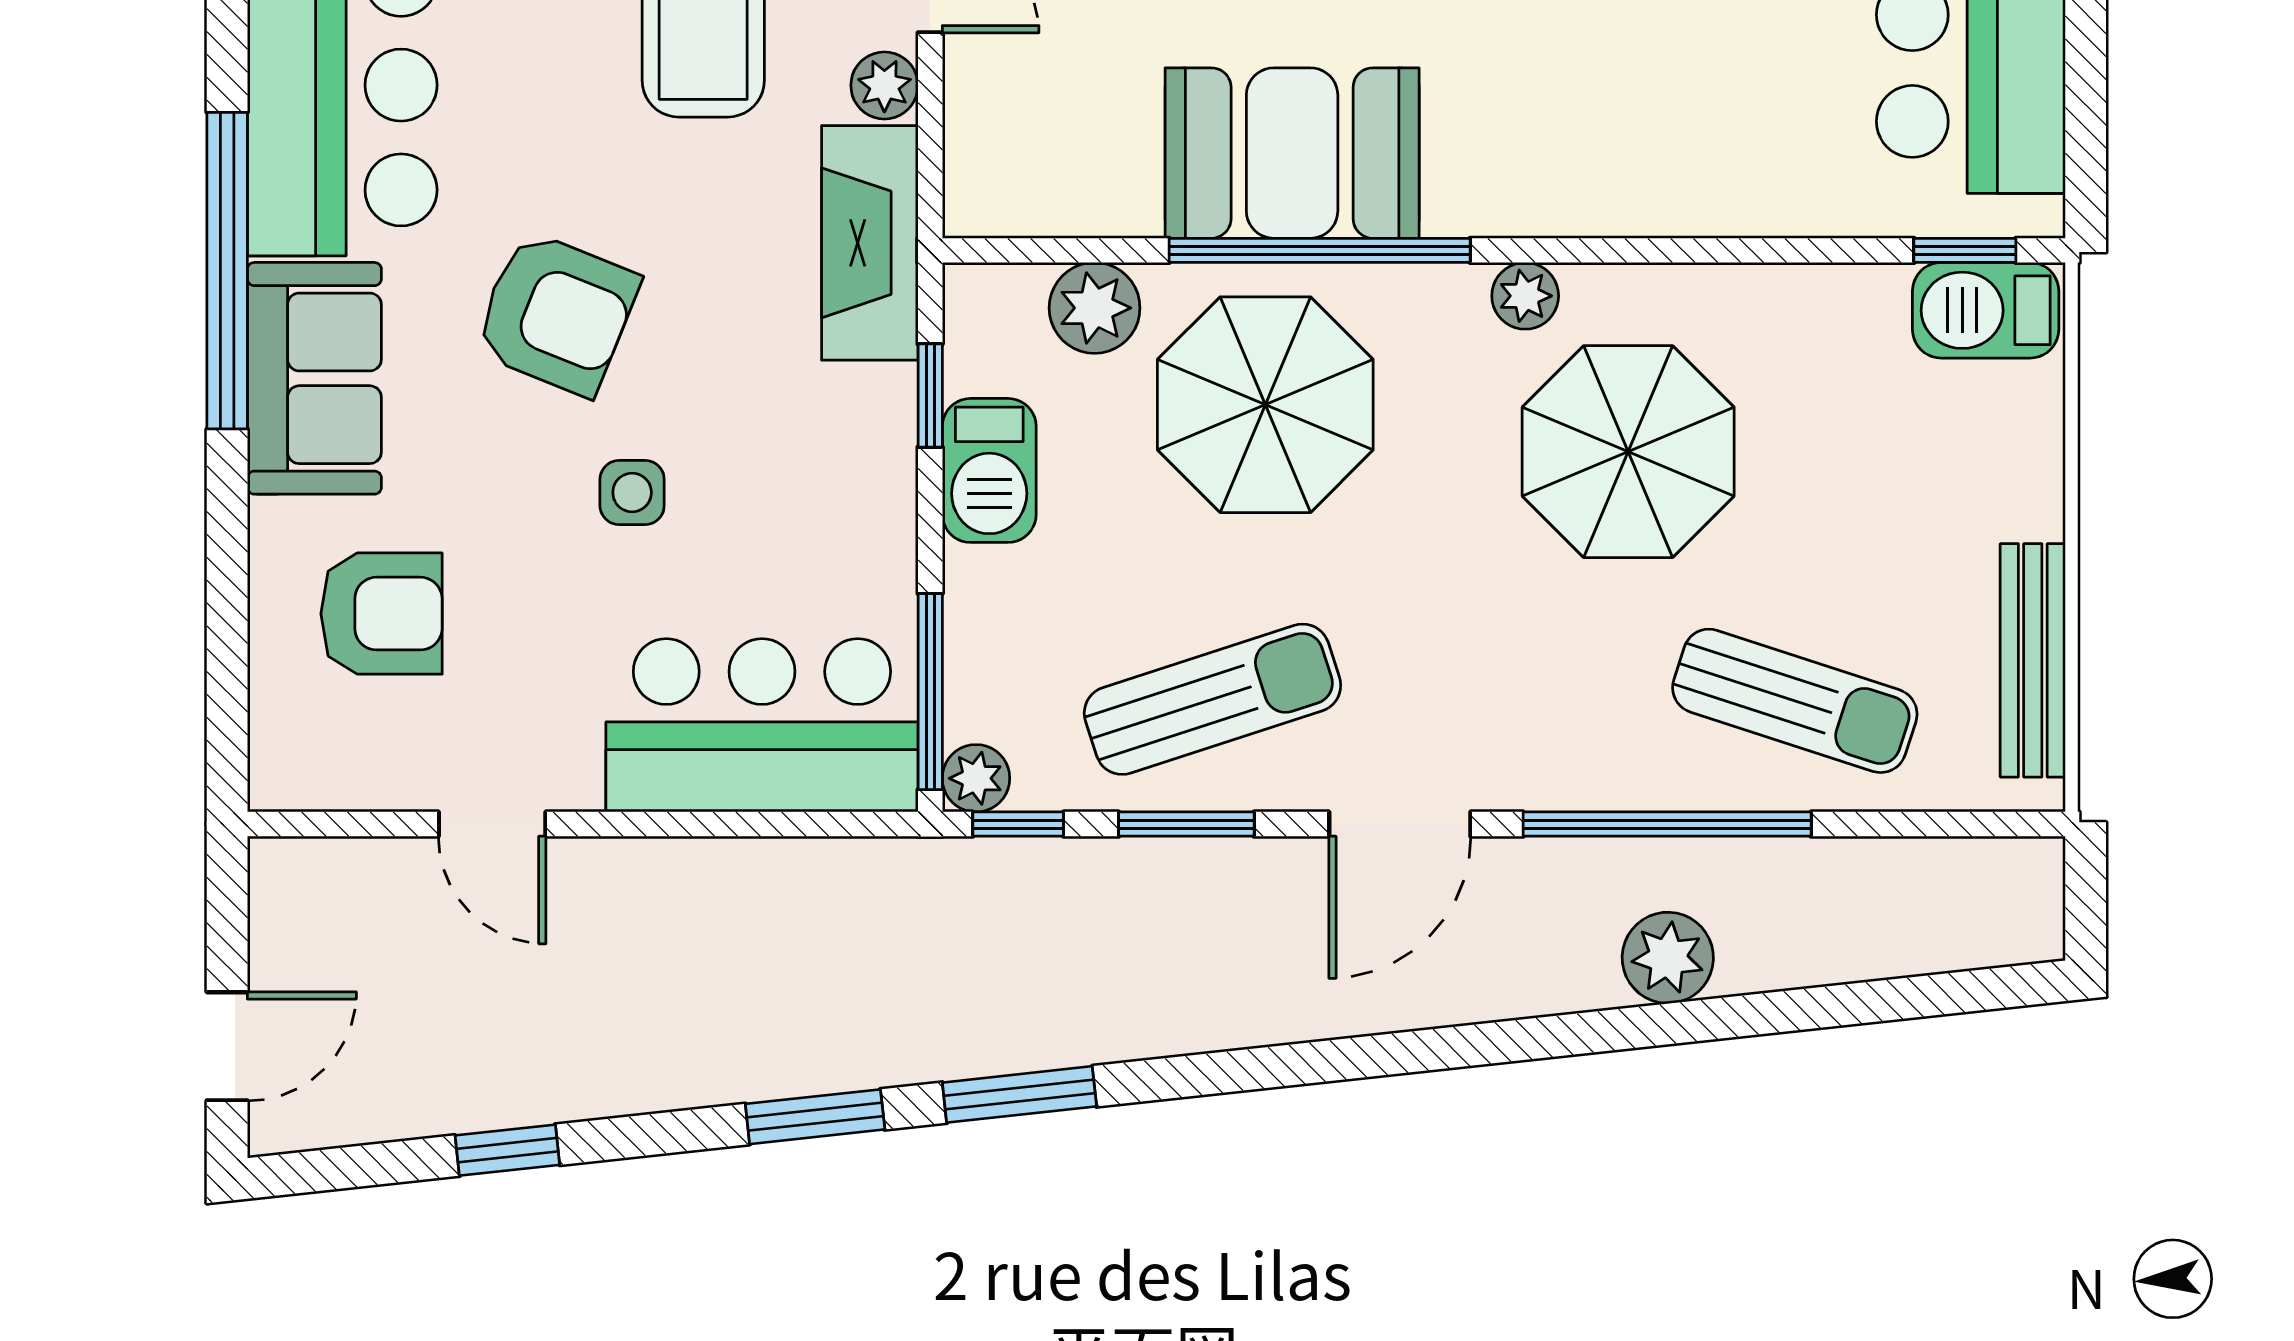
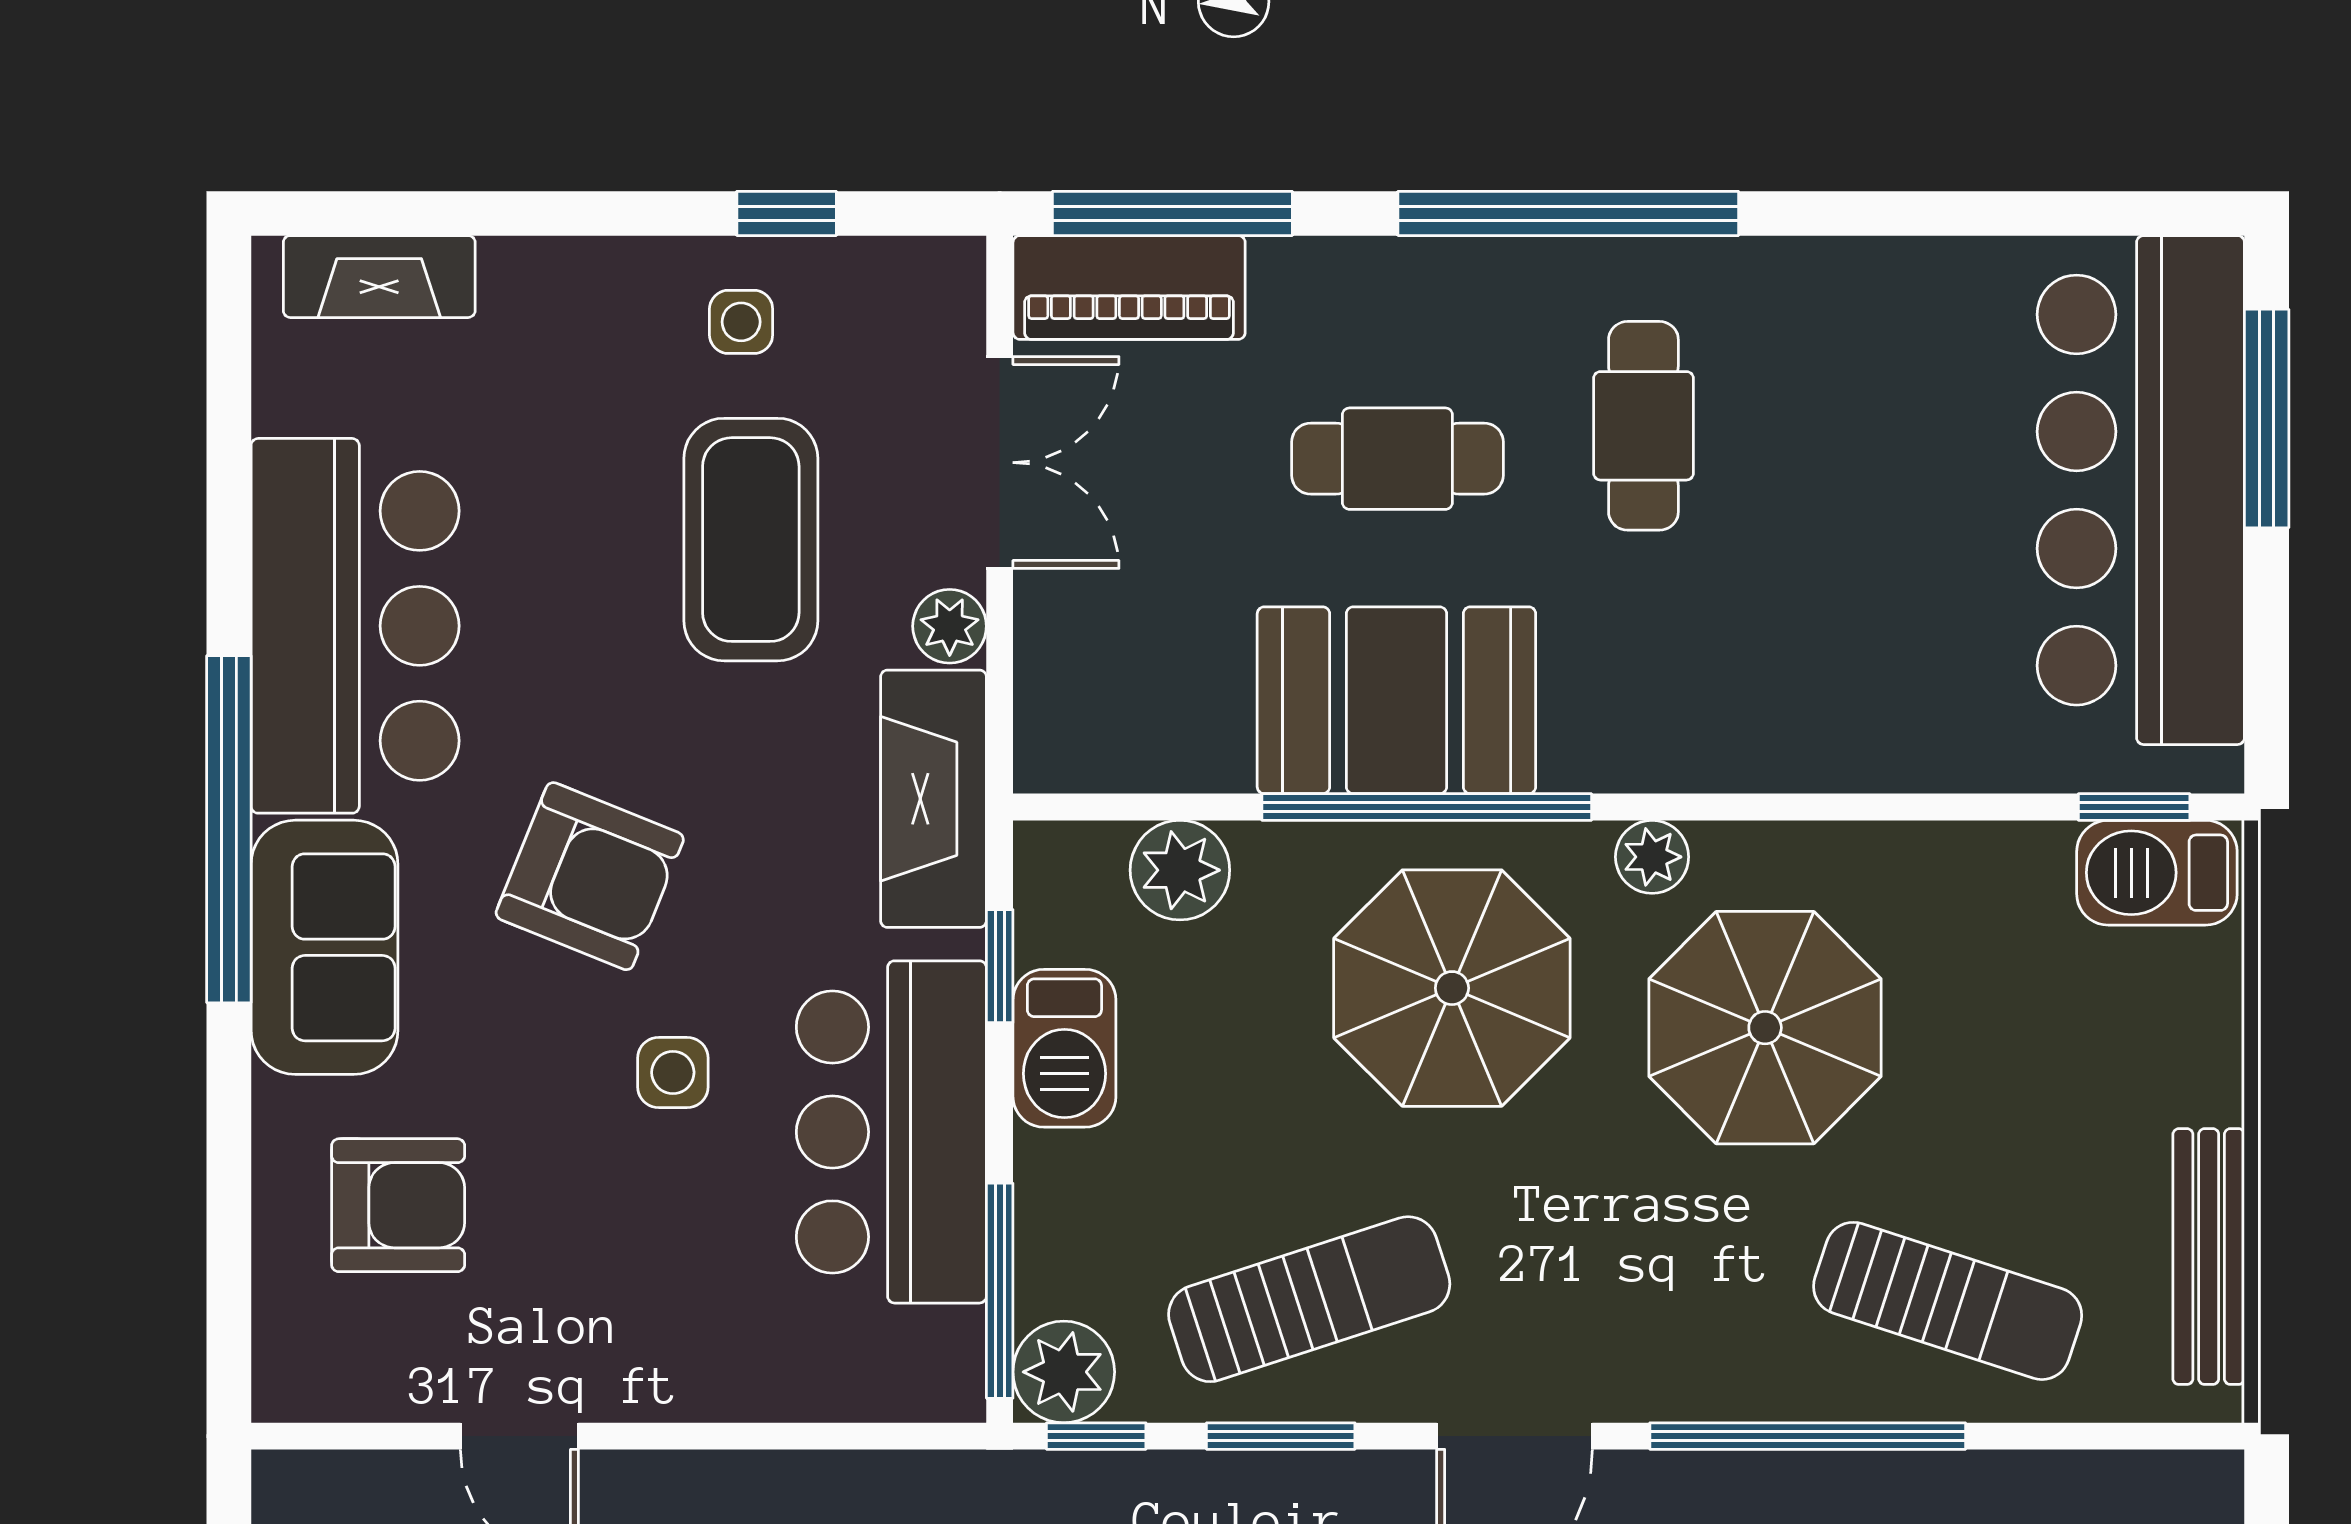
parasol: (1265, 405) -> (1452, 988), moved
bar counter: (762, 725) -> (891, 1132), moved, turned -90
plant: (976, 778) -> (1064, 1372), width x1.38, depth x1.38

